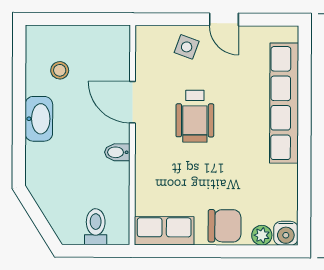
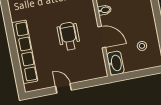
side table: (187, 47) -> (80, 71), removed
washbasin: (39, 119) -> (115, 63), moved, turned 180

